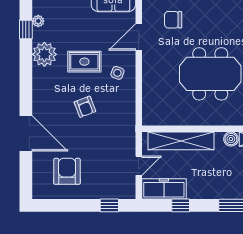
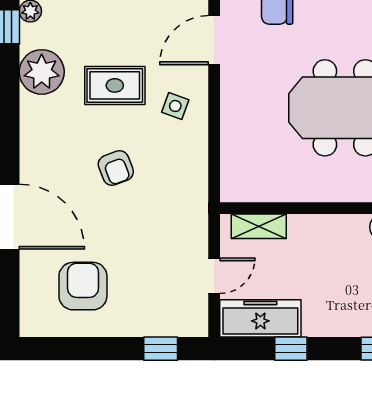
shelving: (181, 141) -> (259, 226), width x0.45, depth x0.75

